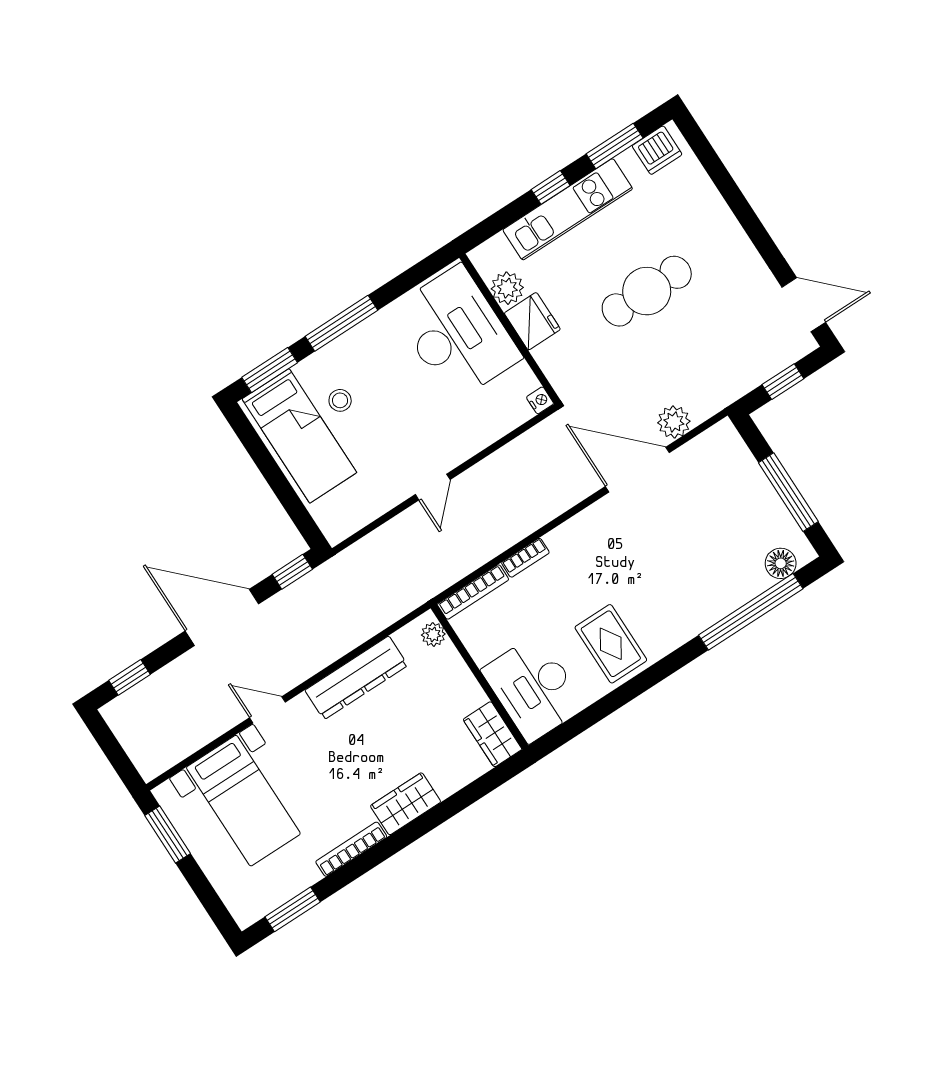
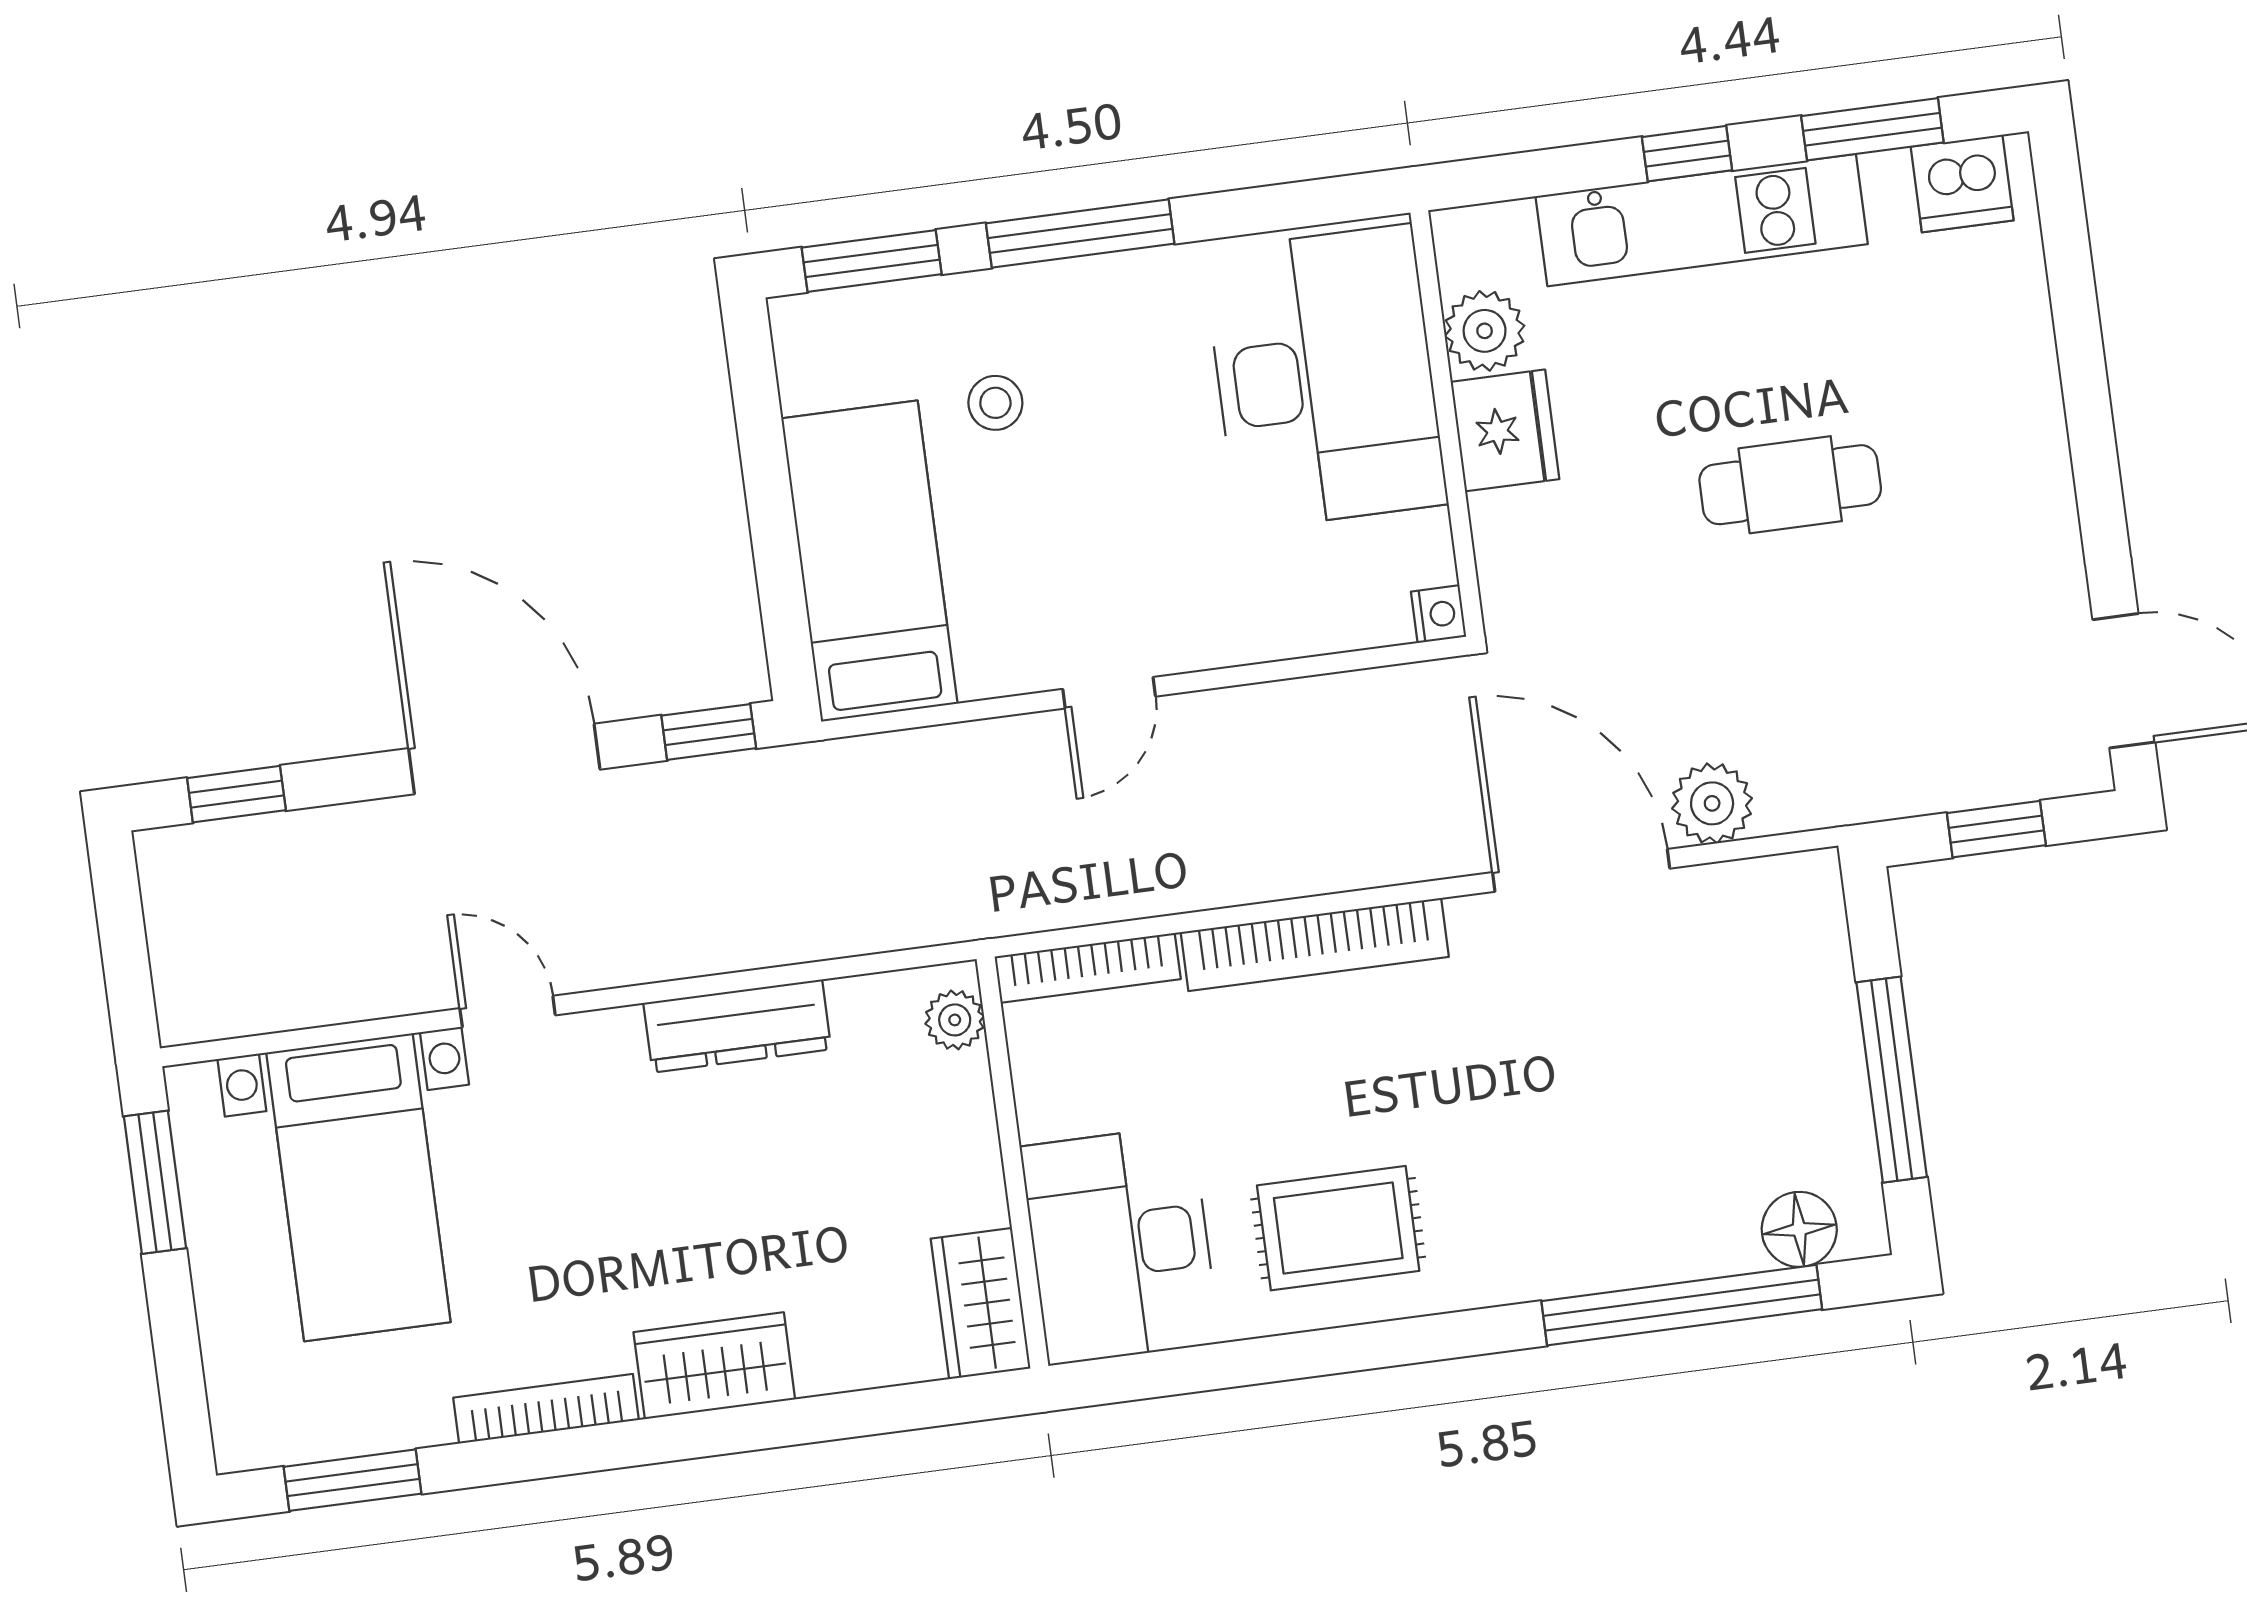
cafe table: (647, 291) -> (1790, 485), width x0.73, depth x0.74
bed: (299, 436) -> (869, 561), moved, turned 180
bookcase: (525, 558) -> (1315, 945), width x2.31, depth x1.31
rug: (611, 644) -> (1338, 1228), turned 90
dresser: (356, 678) -> (737, 1026), width x0.73, depth x0.80

